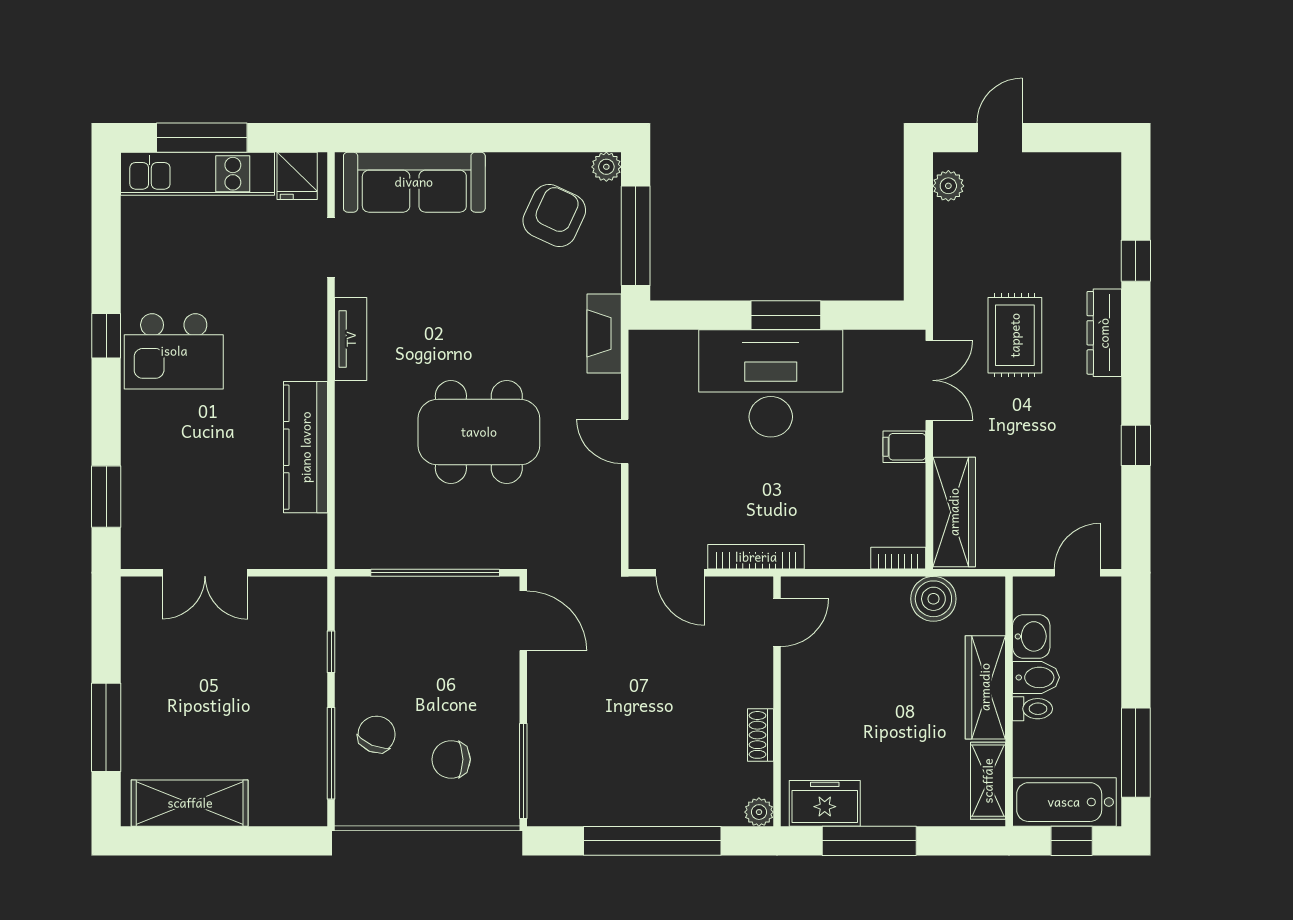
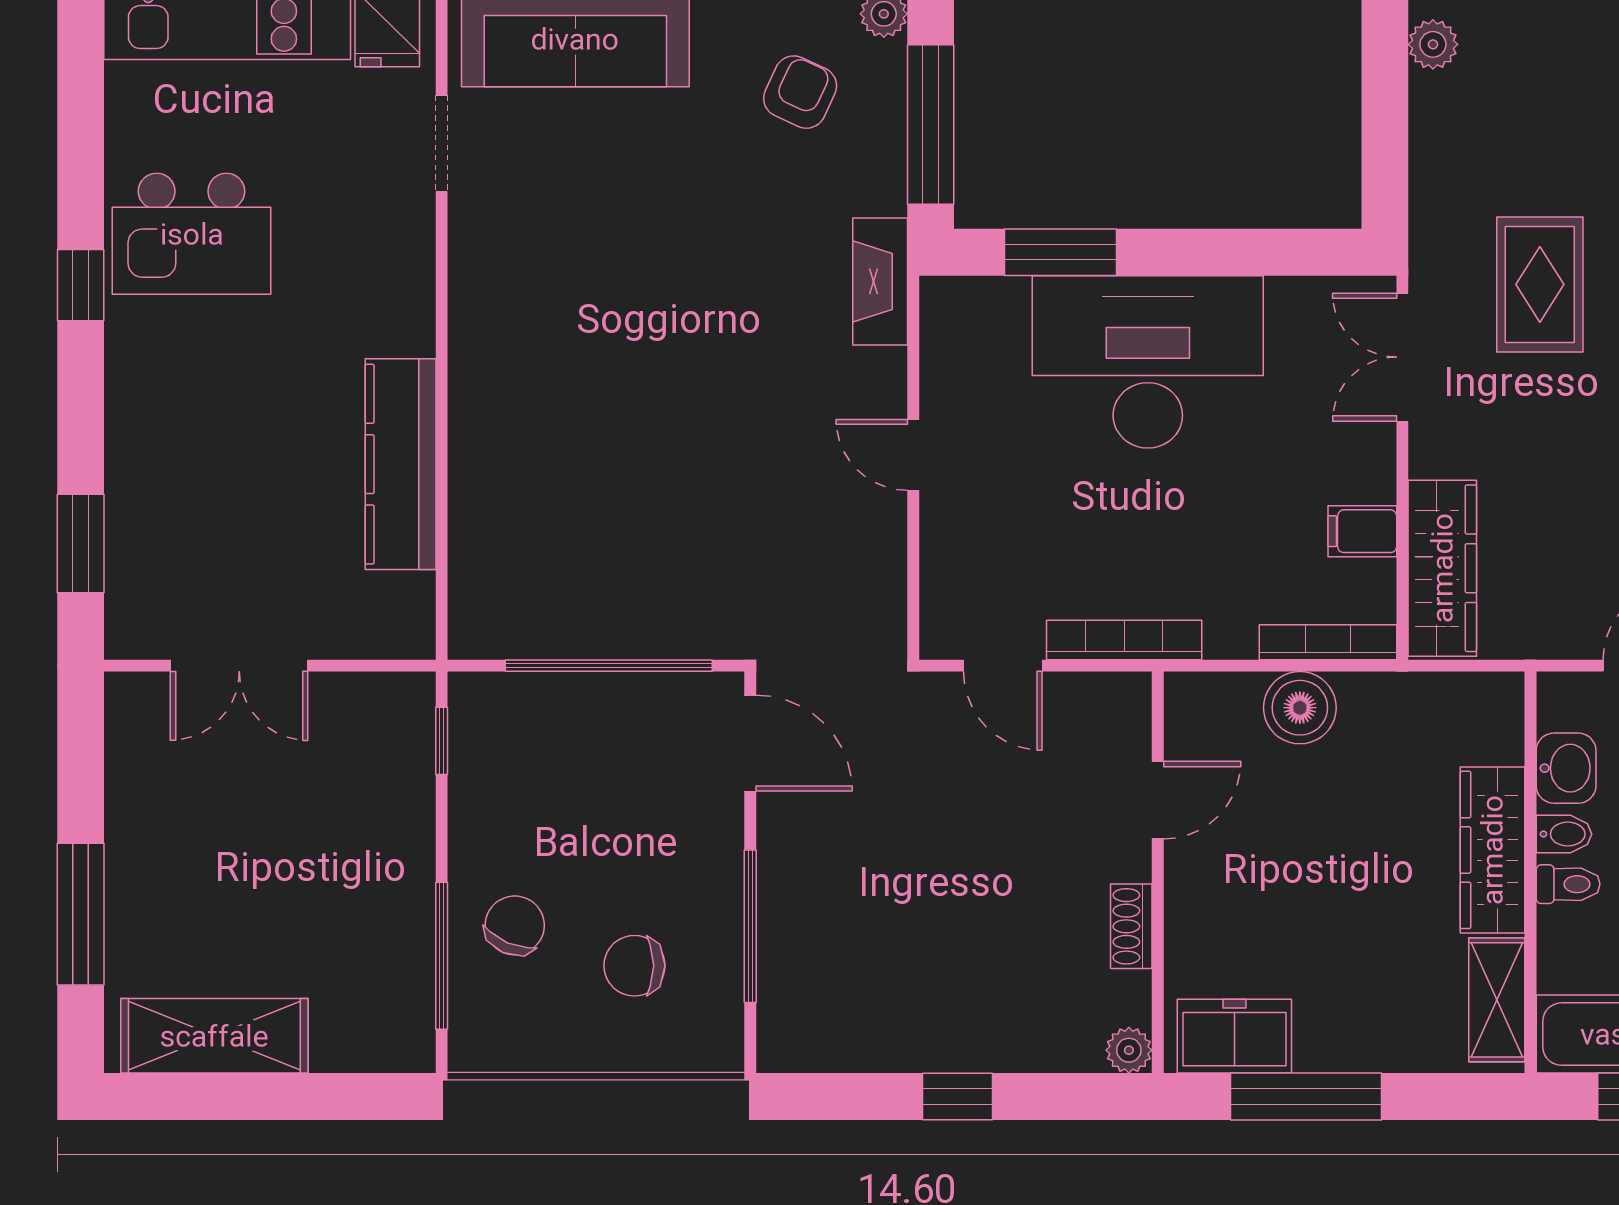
armchair: (554, 215) -> (800, 92), width x0.72, depth x0.72
window: (786, 315) -> (1060, 252), moved
tv unit: (351, 339) -> (473, 290), removed
kitchen island: (174, 351) -> (192, 234), moved
double door: (929, 380) -> (1402, 357), swing flipped
dining table: (479, 432) -> (679, 440), removed
filing cabinet: (904, 447) -> (1362, 531), moved
bookcase: (898, 558) -> (1328, 642), width x1.56
boiler: (933, 599) -> (1300, 708), moved
door: (777, 623) -> (1158, 800), moved
window: (331, 652) -> (442, 741), moved
bidet: (1036, 677) -> (1564, 834), width x0.72, depth x0.74
window: (523, 771) -> (750, 926), moved
window: (652, 841) -> (957, 1097), width x0.32

